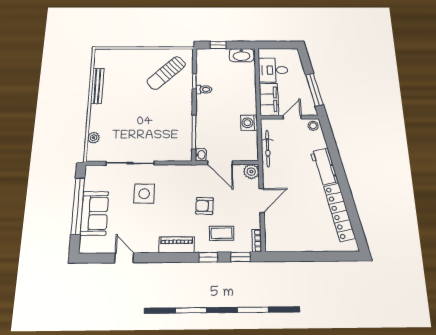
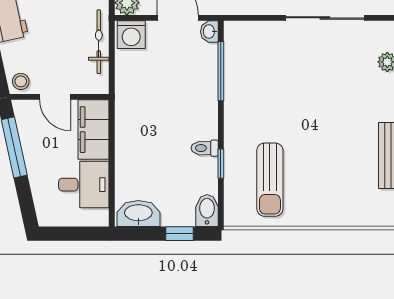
bidet: (203, 57) -> (207, 210), added
sun lounger: (166, 73) -> (270, 180), turned 133
door: (292, 117) -> (55, 97), hinge flipped
washing machine: (249, 123) -> (131, 35), moved, turned 90

